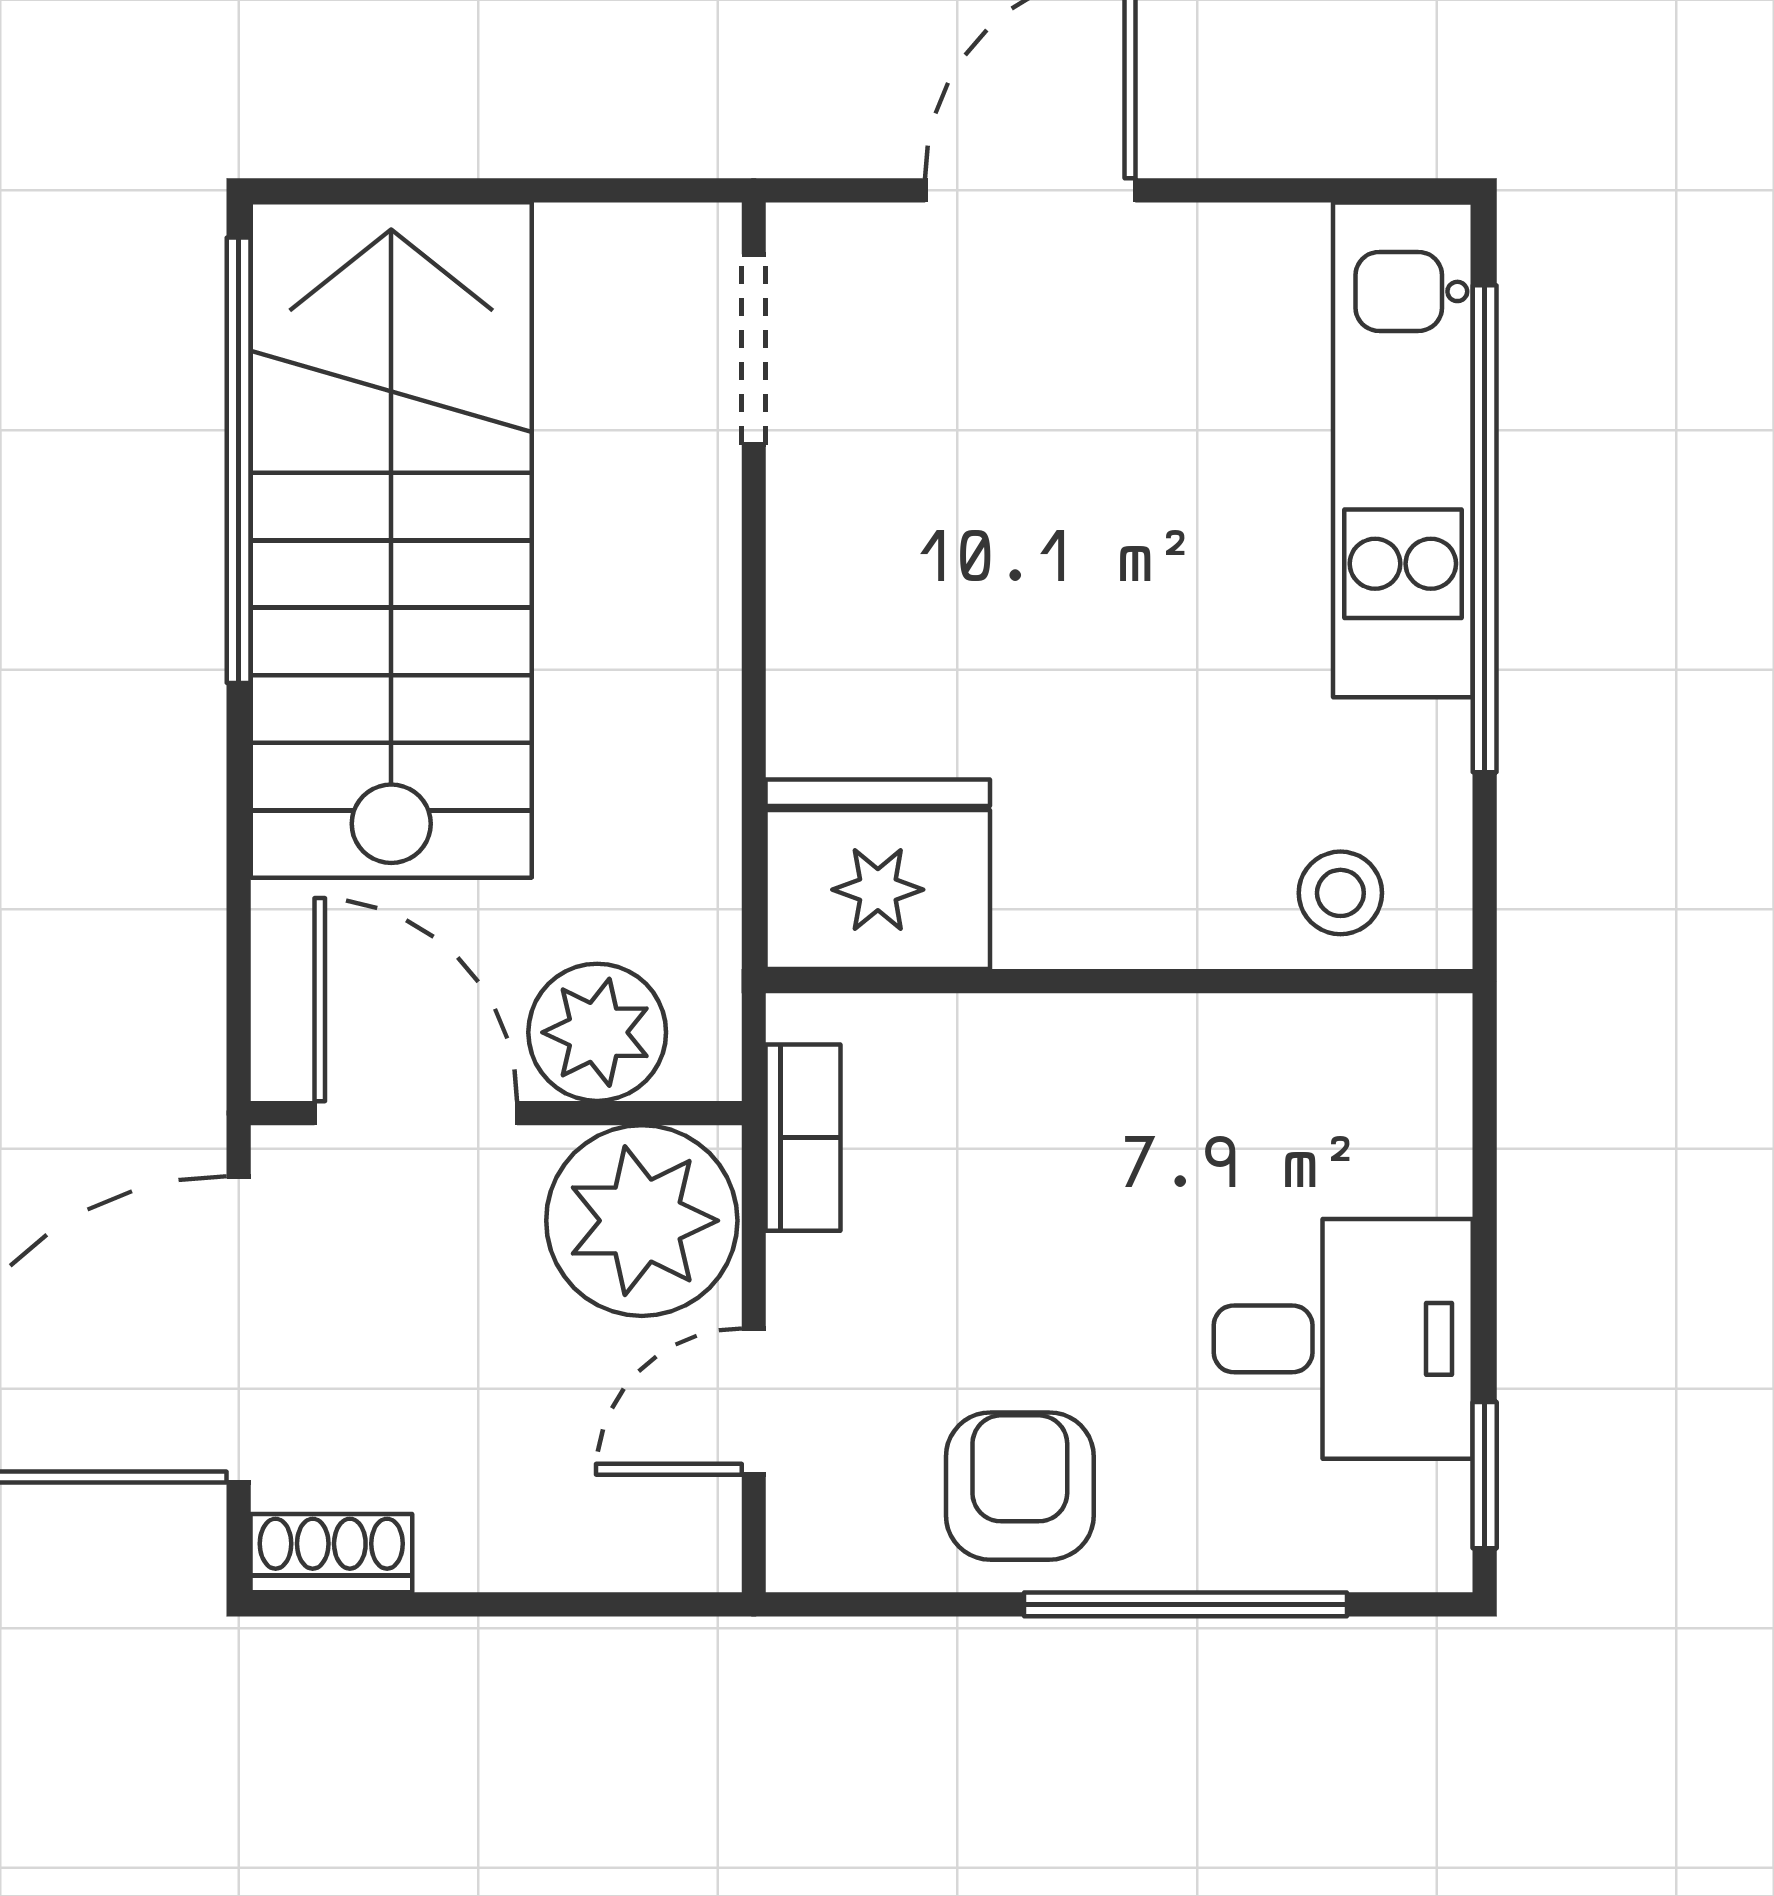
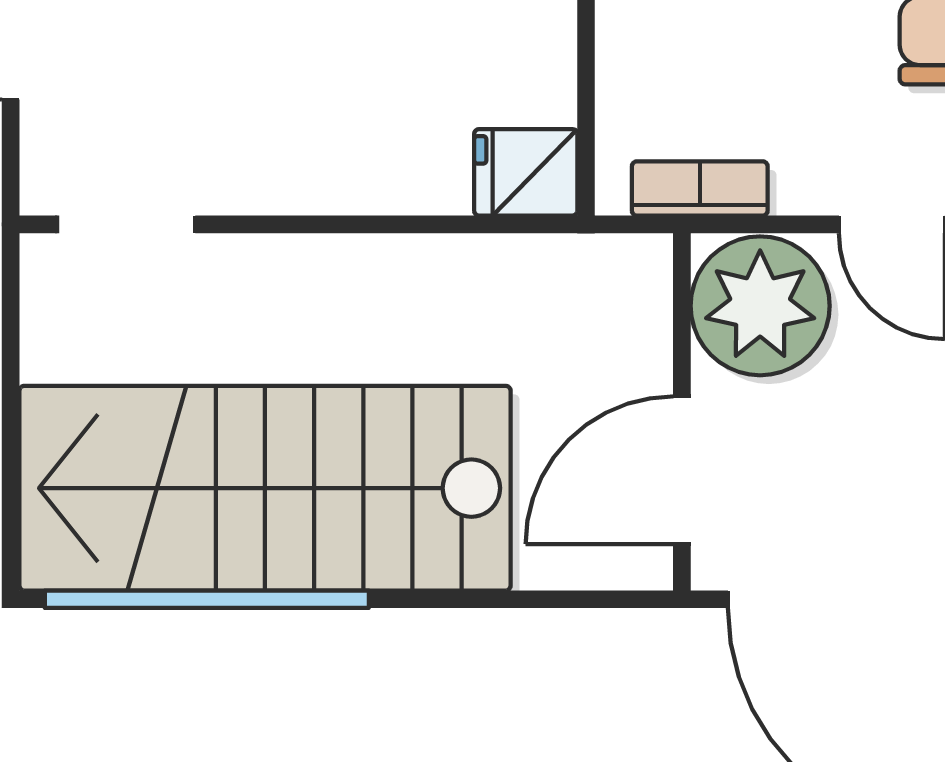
fridge: (878, 874) -> (526, 172), width x0.53, depth x0.75
plant: (597, 1032) -> (623, 338), removed

